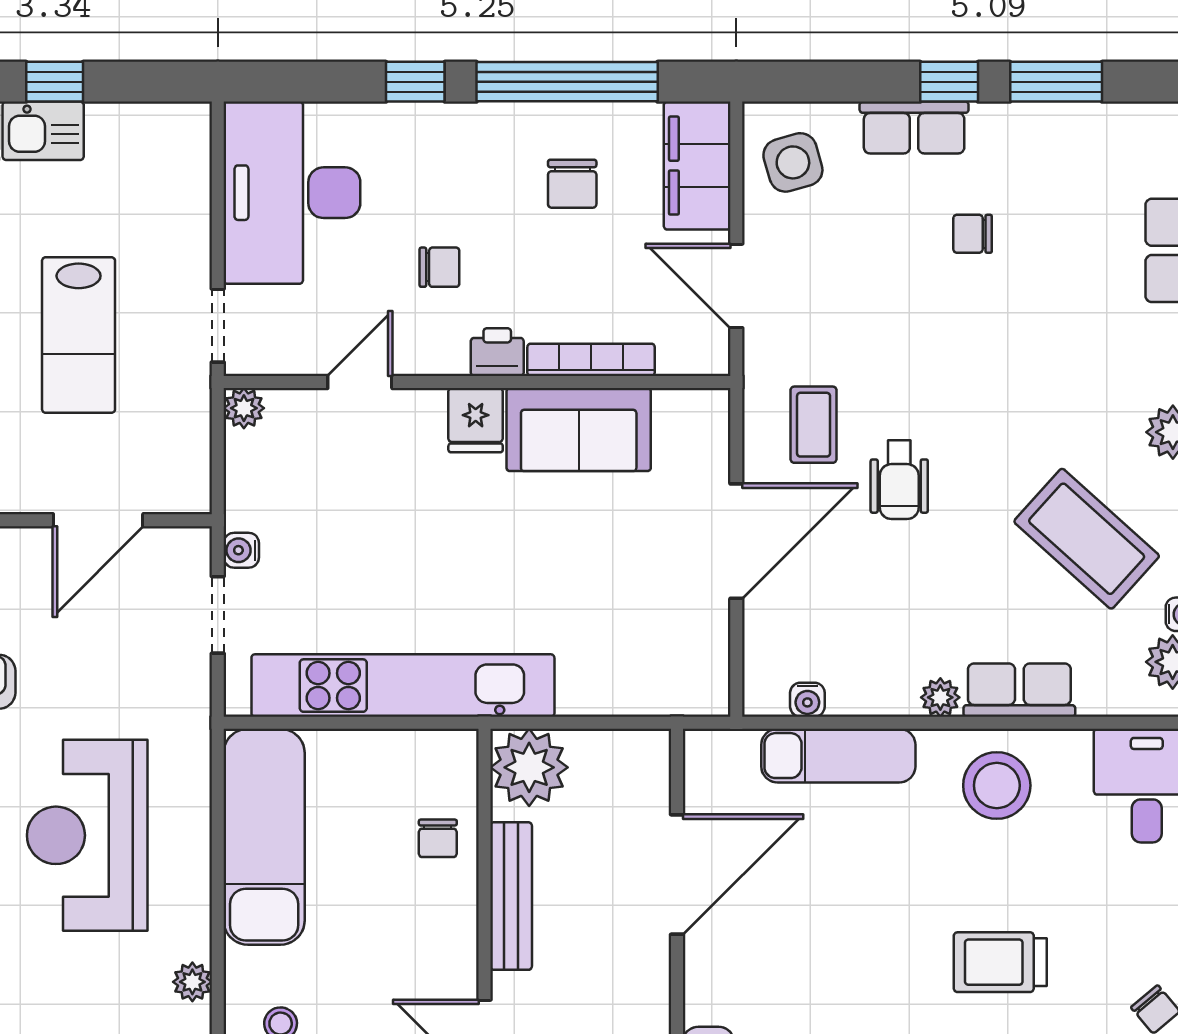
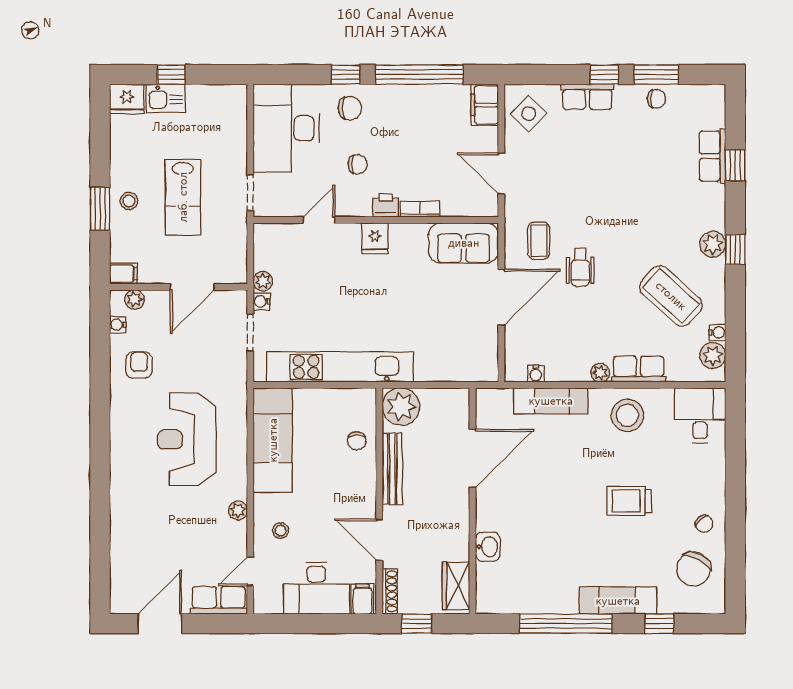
side table: (793, 162) -> (529, 114), turned -30
filing cabinet: (697, 166) -> (485, 105), width x0.67, depth x0.86
chair: (572, 184) -> (350, 108), moved, turned -90
chair: (973, 234) -> (656, 99), moved, turned 180
bookcase: (591, 360) -> (420, 209), width x0.64
plant: (244, 408) -> (263, 281), moved
sofa: (579, 430) -> (464, 243), moved

